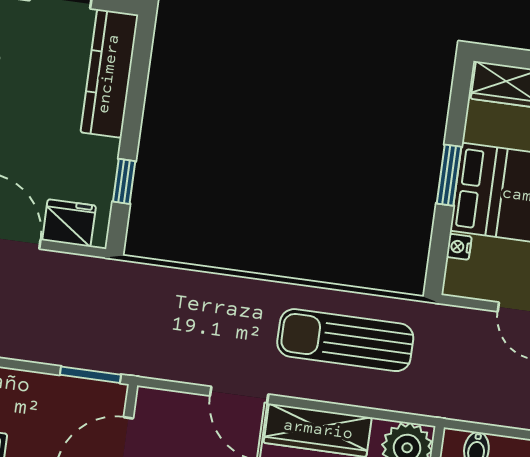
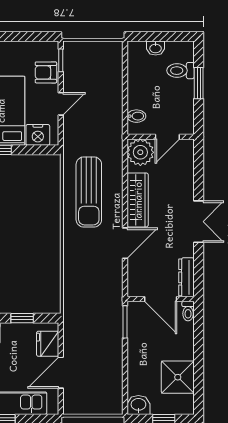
nightstand: (459, 247) -> (38, 135), width x1.89, depth x1.79

